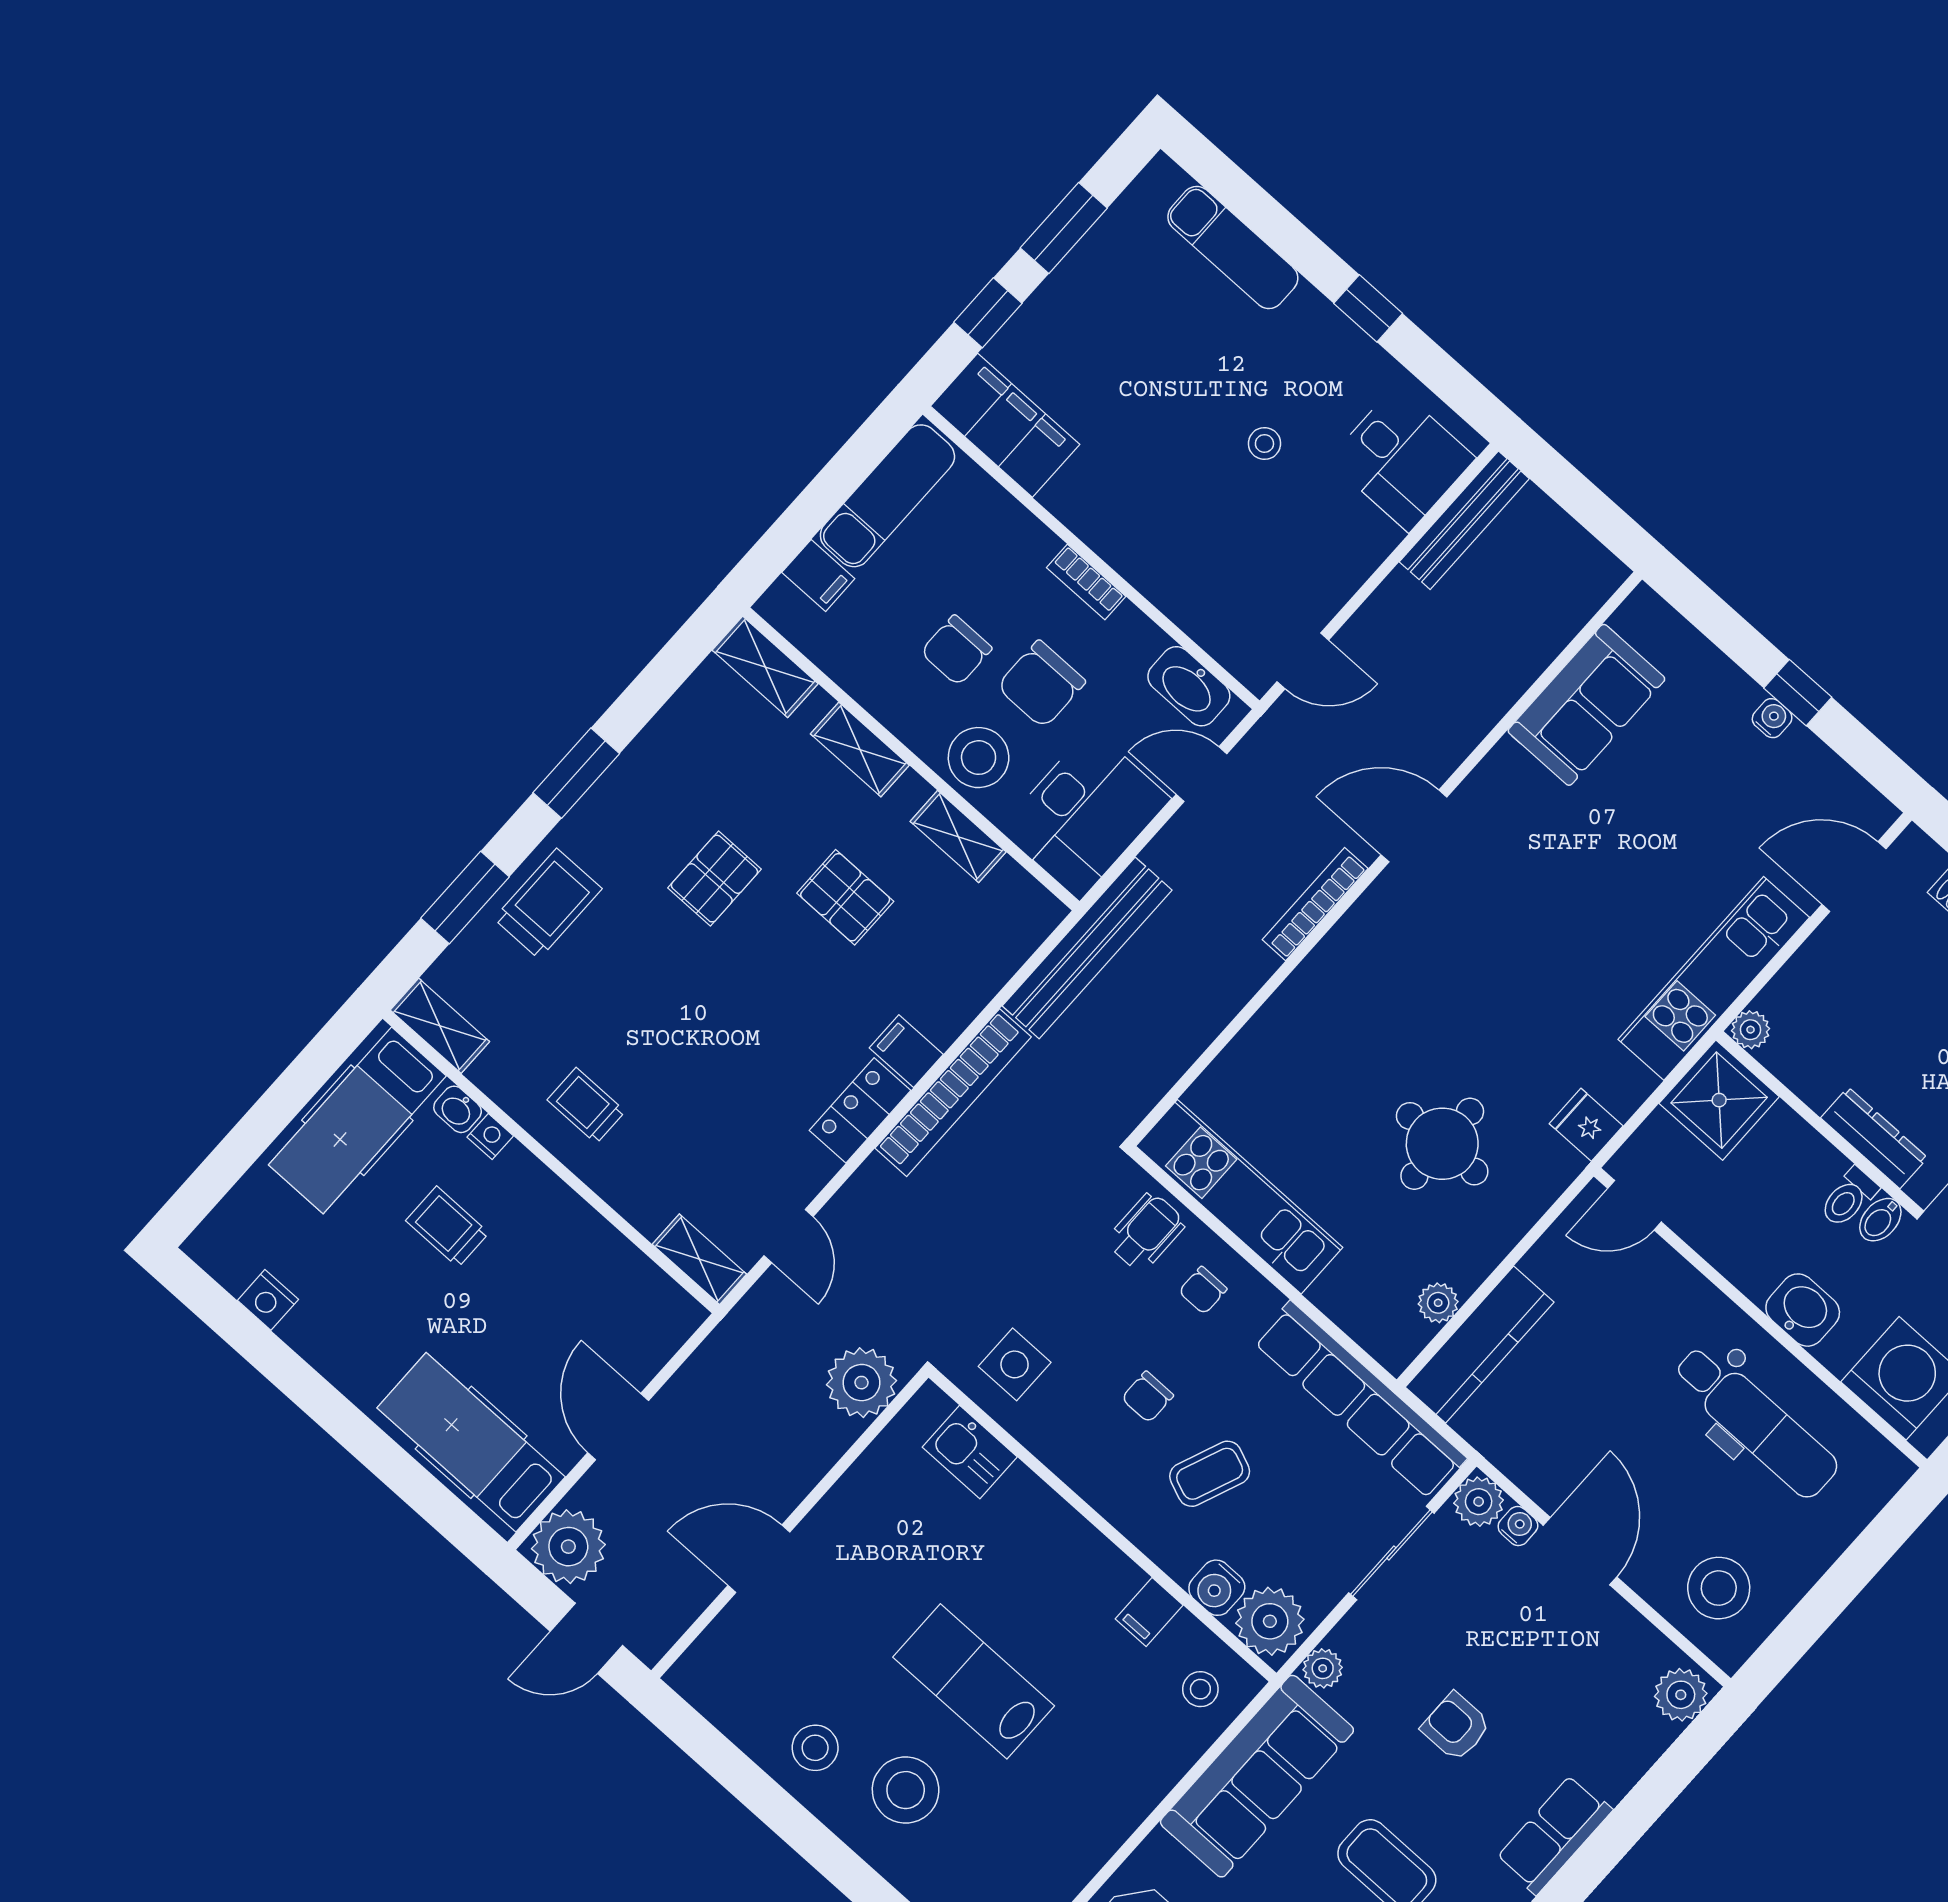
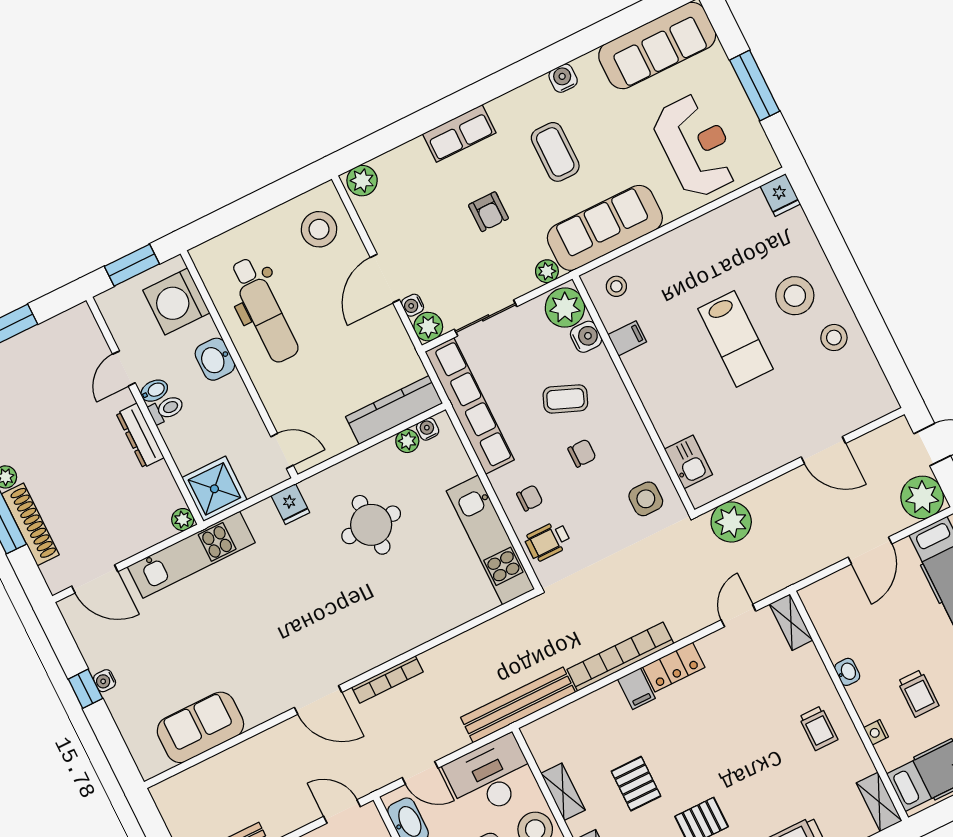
washbasin: (458, 1109) -> (847, 672), moved
water cooler: (1413, 1335) -> (428, 429), added
dental chair: (1756, 1421) -> (264, 310), turned 180

